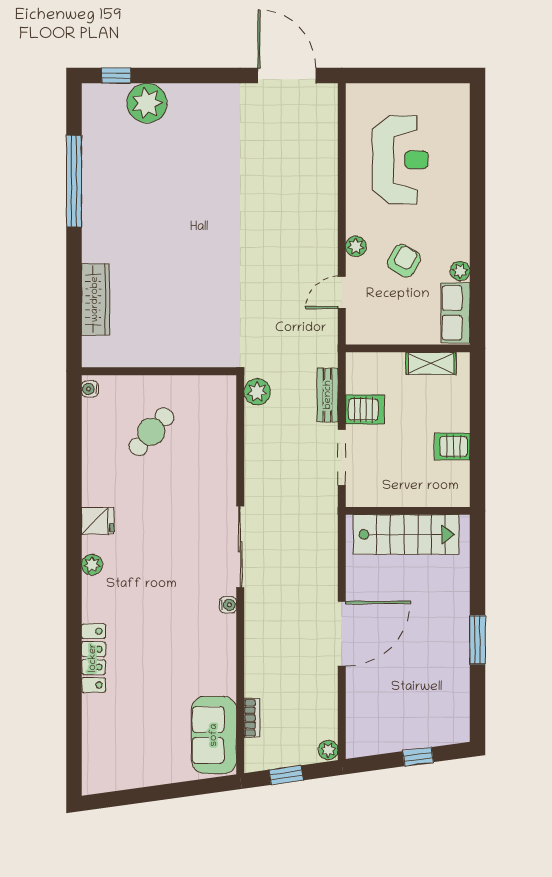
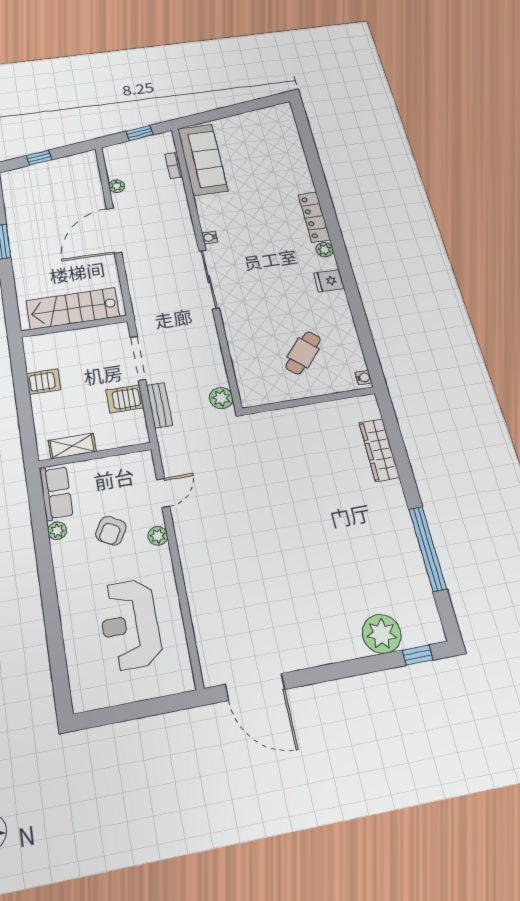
locker: (93, 658) -> (314, 217), moved
sofa: (214, 735) -> (203, 160), width x1.36
plant: (328, 750) -> (117, 186), moved

